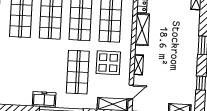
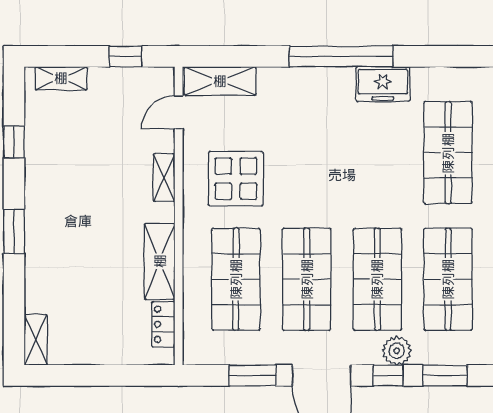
shop shelf: (78, 72) -> (448, 153), moved

